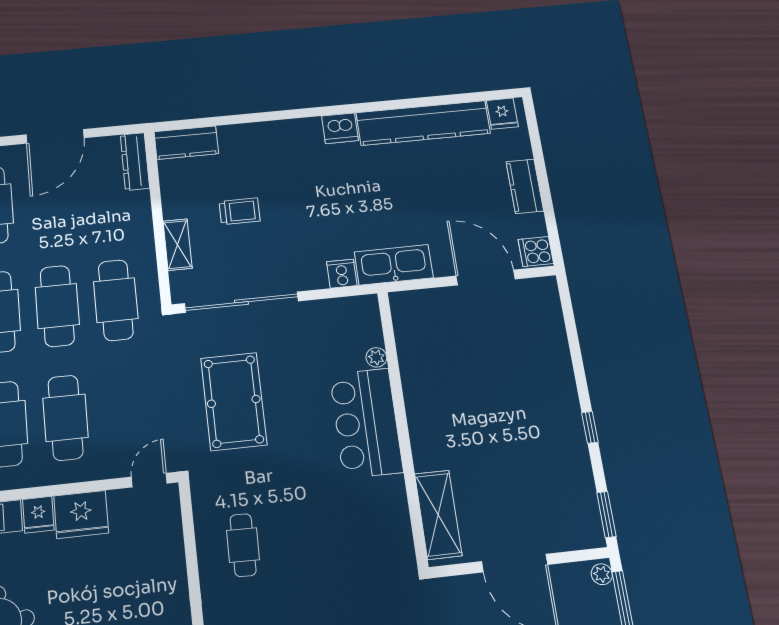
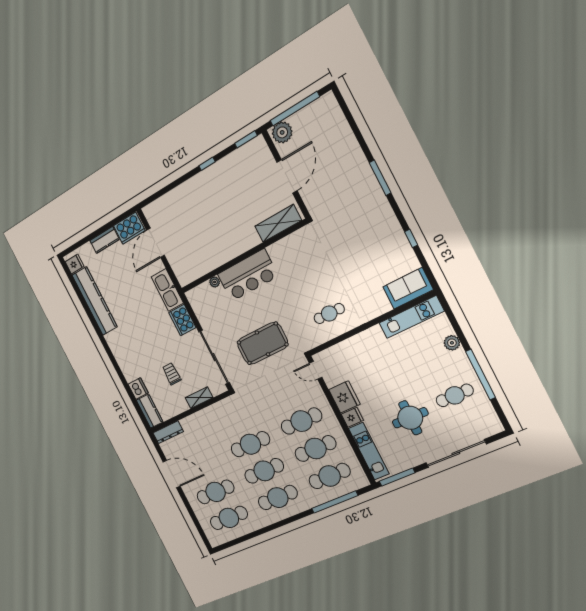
dishwasher: (340, 128) -> (138, 388), moved
cooker: (536, 251) -> (129, 228), width x1.87, depth x1.31
cooker: (342, 274) -> (182, 320), width x1.87, depth x1.31
cafe table: (116, 300) -> (237, 417), removed
plant: (602, 574) -> (282, 132), width x1.87, depth x1.87

